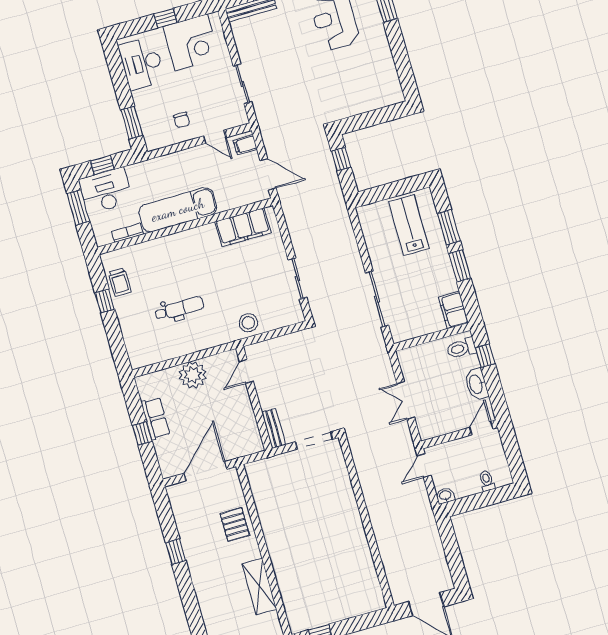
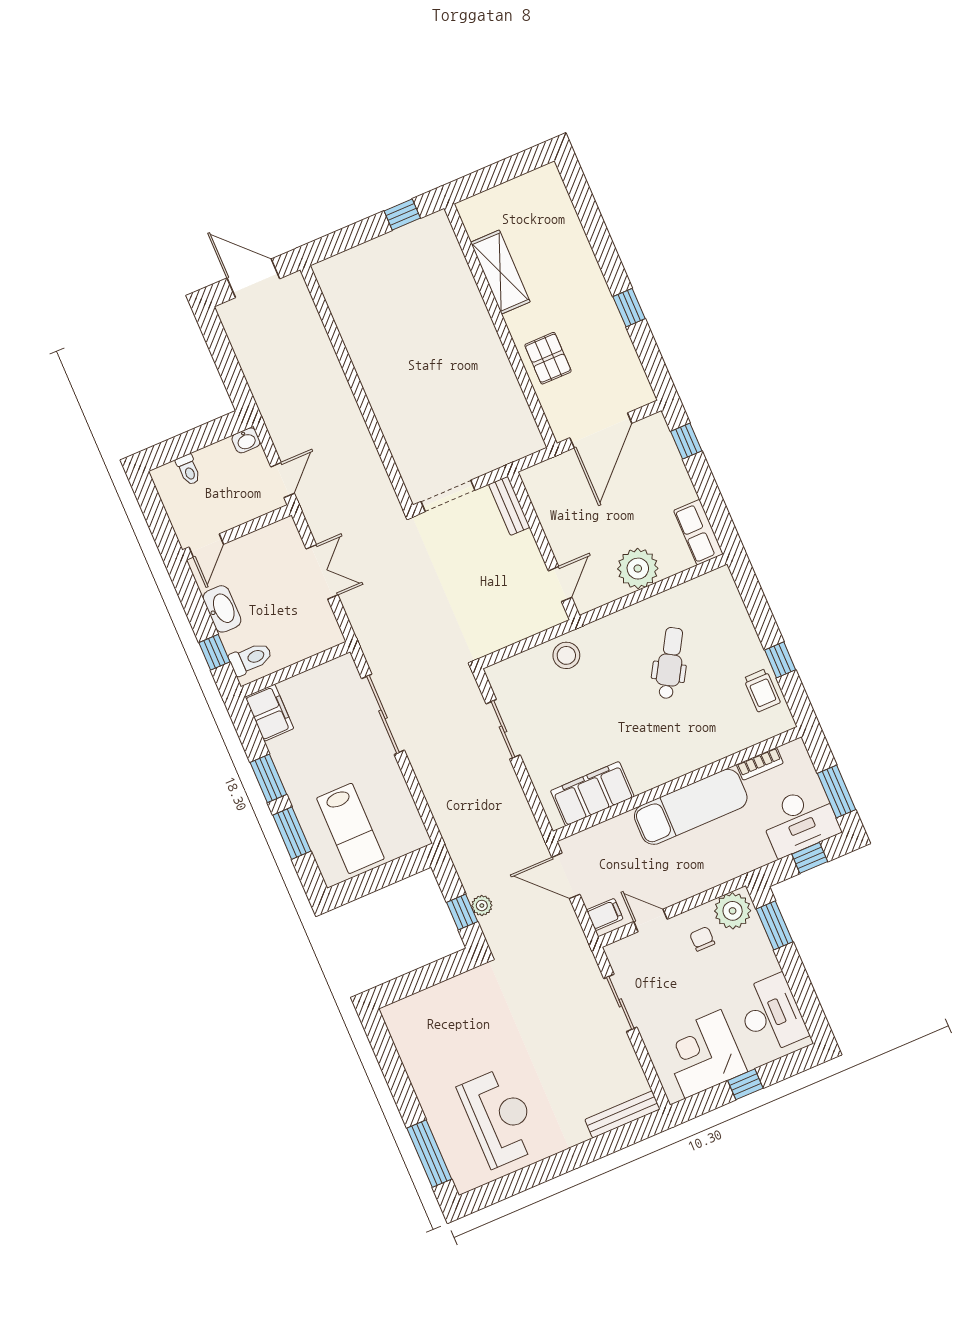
plant: (159, 136) -> (733, 911), added
plant: (327, 162) -> (482, 905), added
trolley: (120, 282) -> (762, 690), turned 180
dental chair: (179, 309) -> (670, 663), turned 121
row of seats: (156, 418) -> (698, 532), moved
window: (142, 433) -> (686, 441), moved

